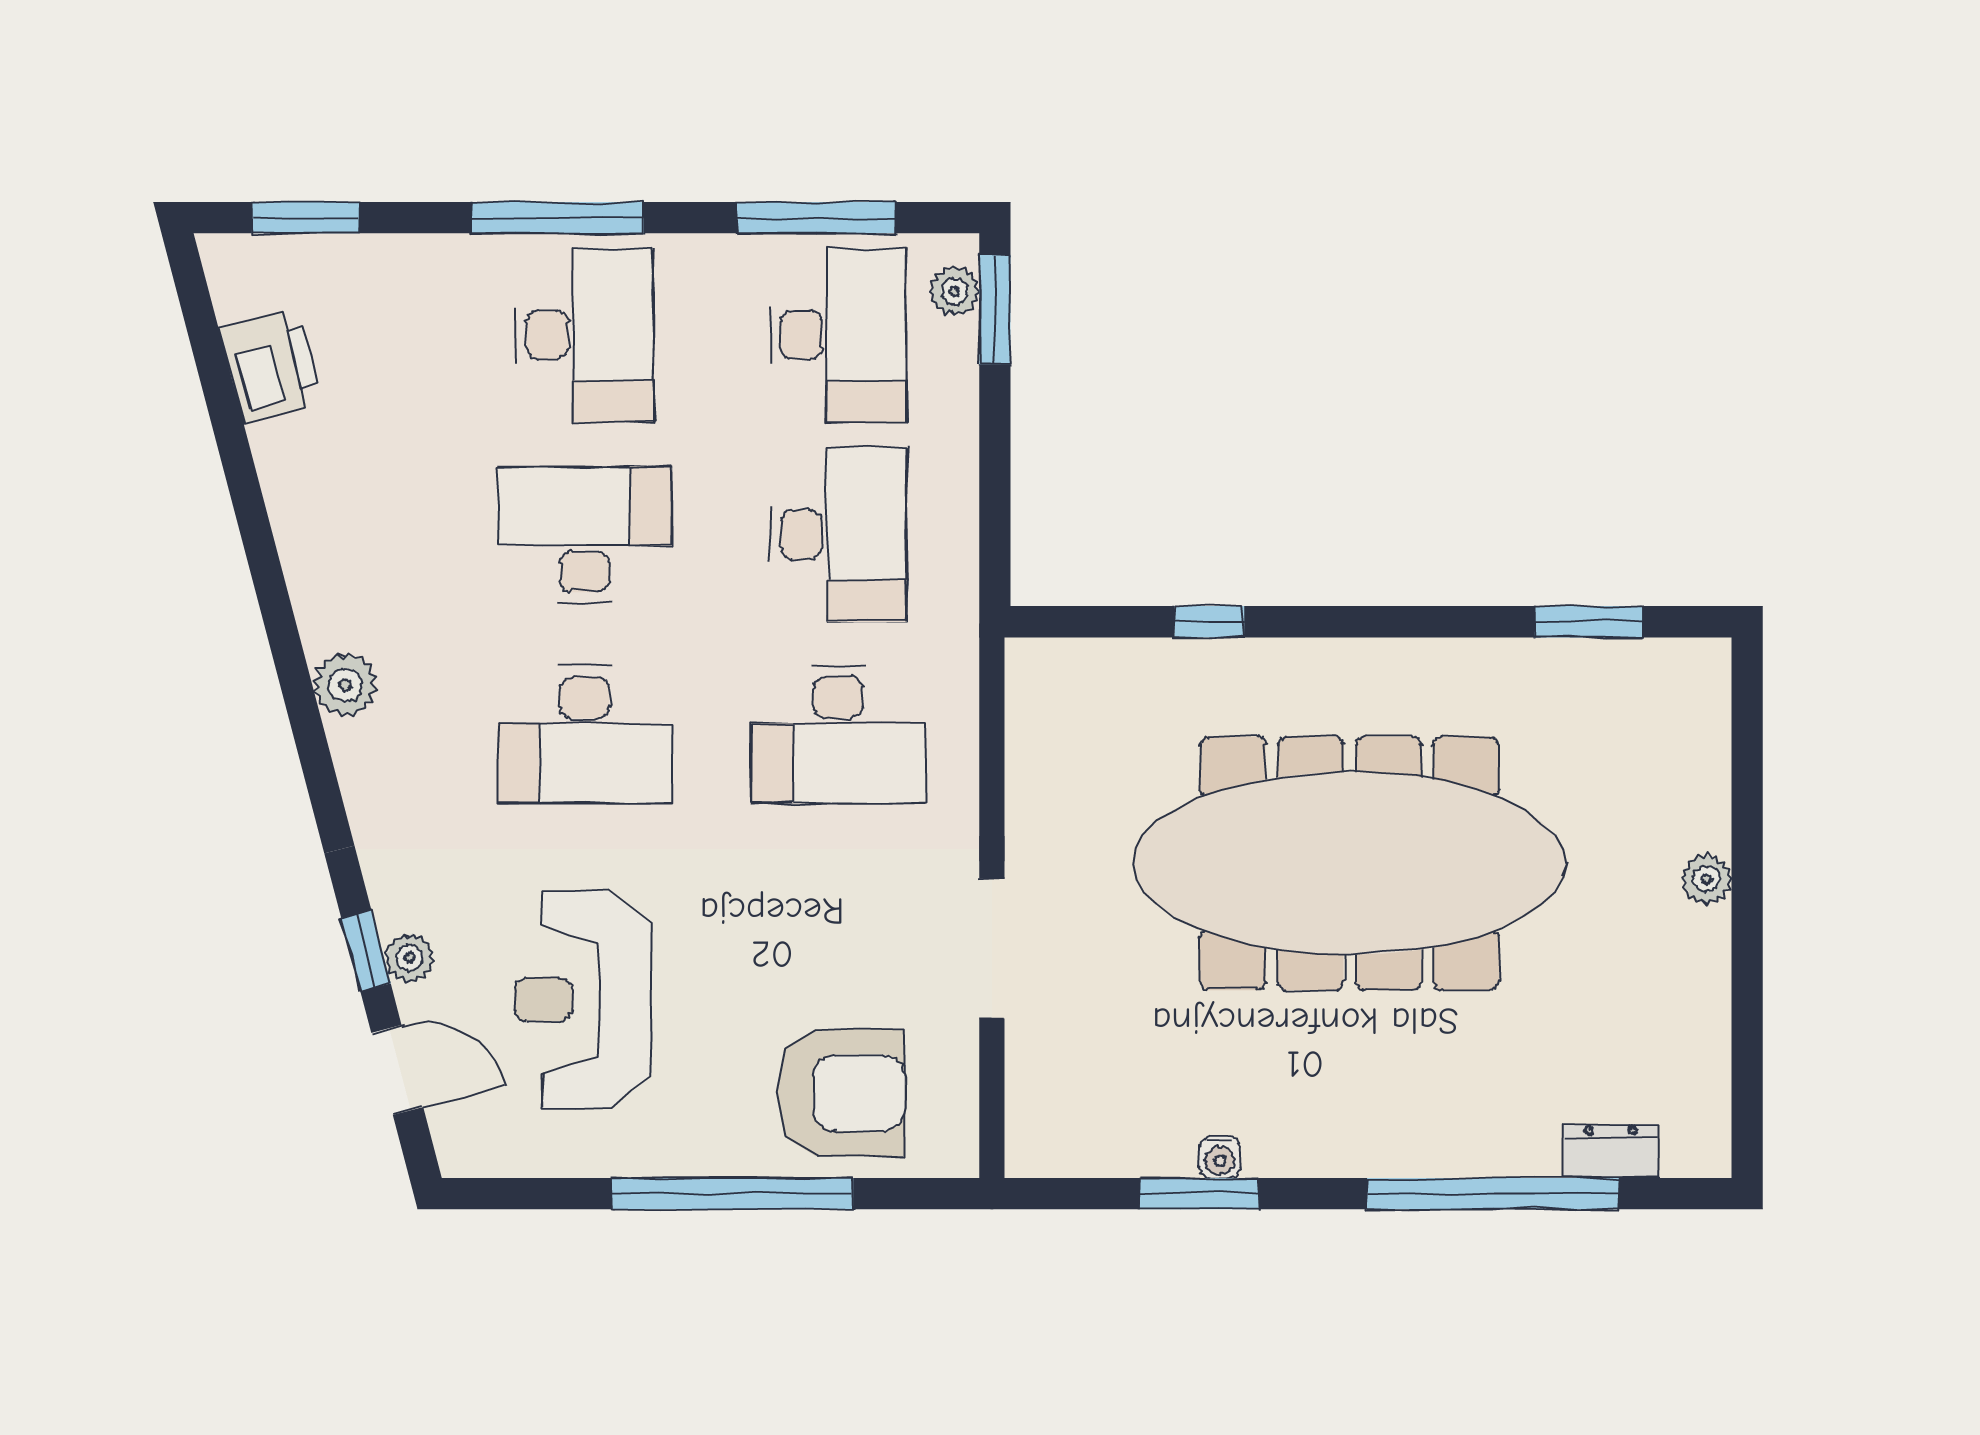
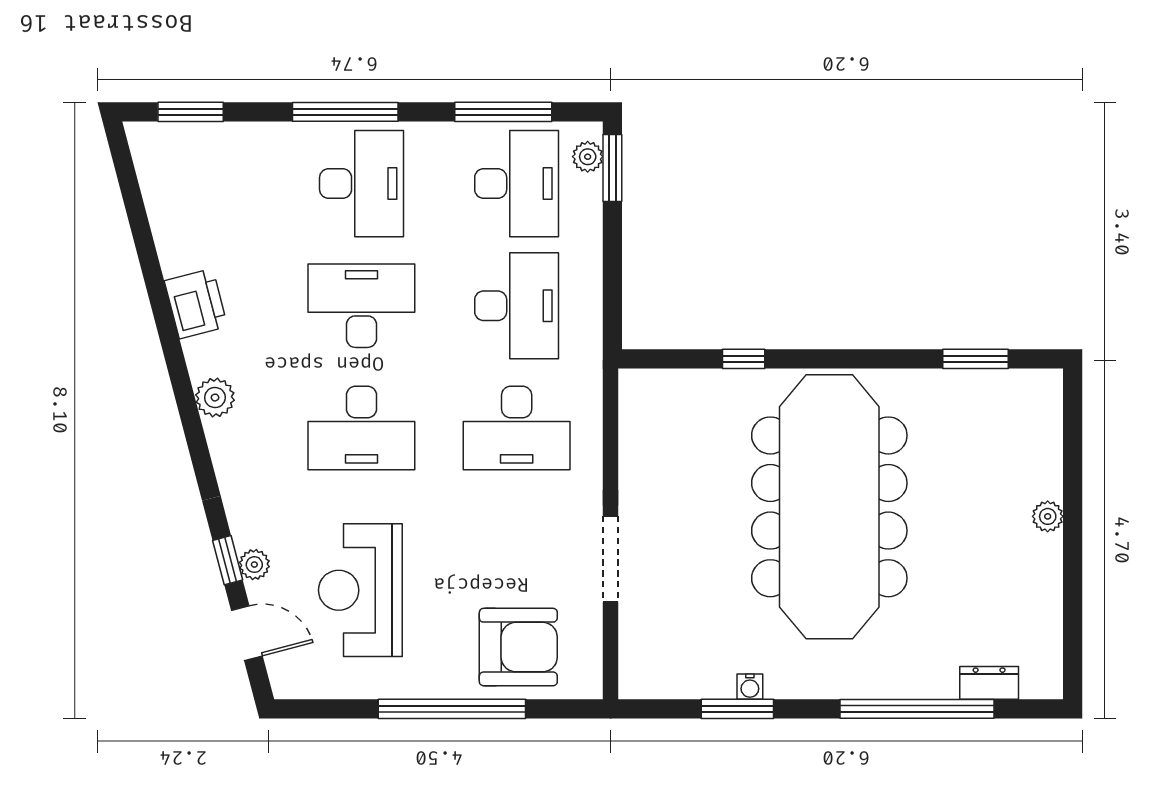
printer: (271, 366) -> (196, 304), moved
meeting table: (1349, 863) -> (829, 507), turned 90

